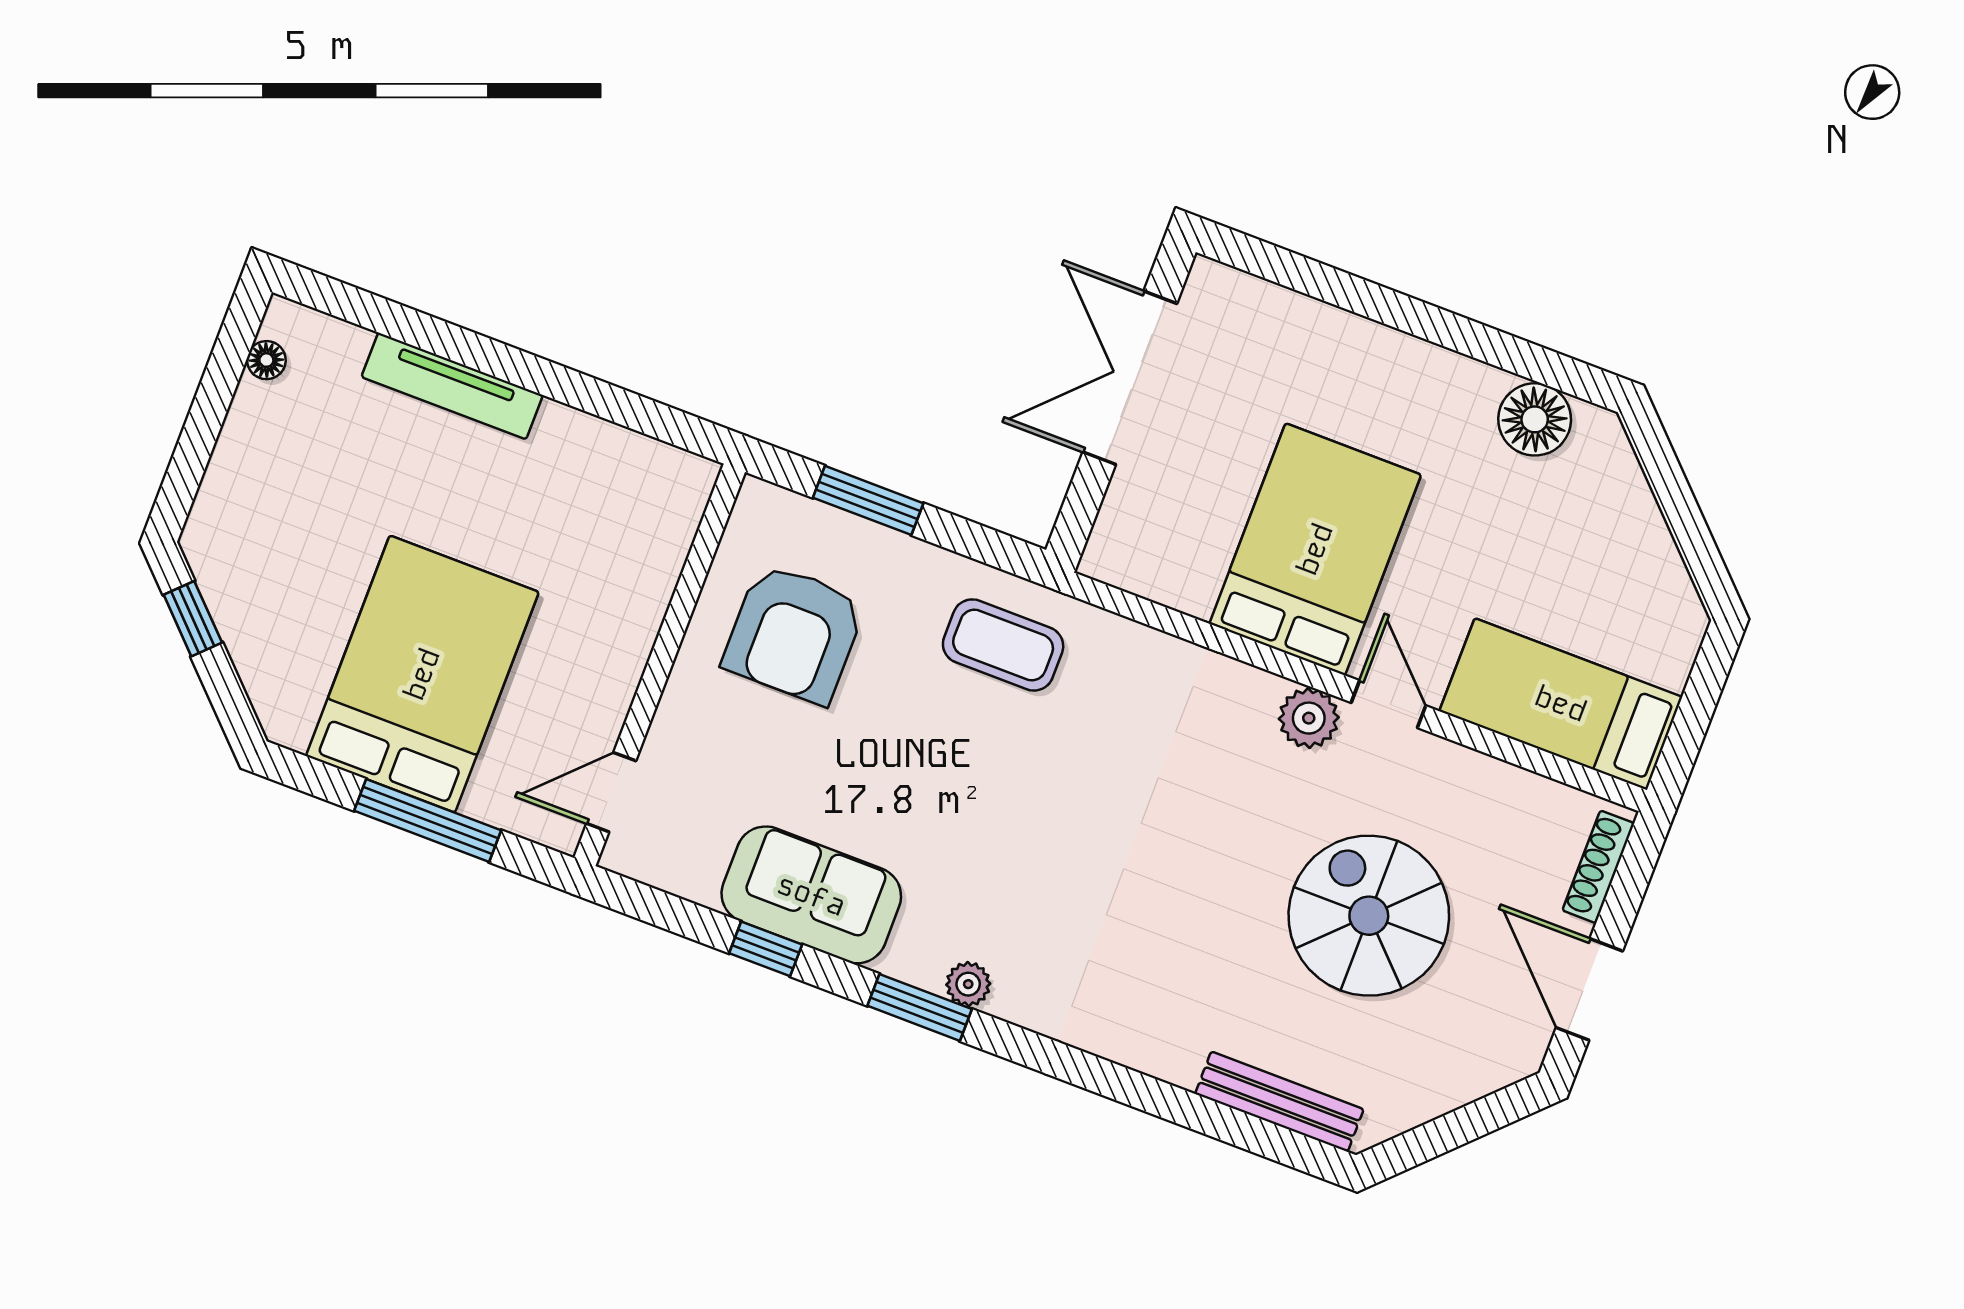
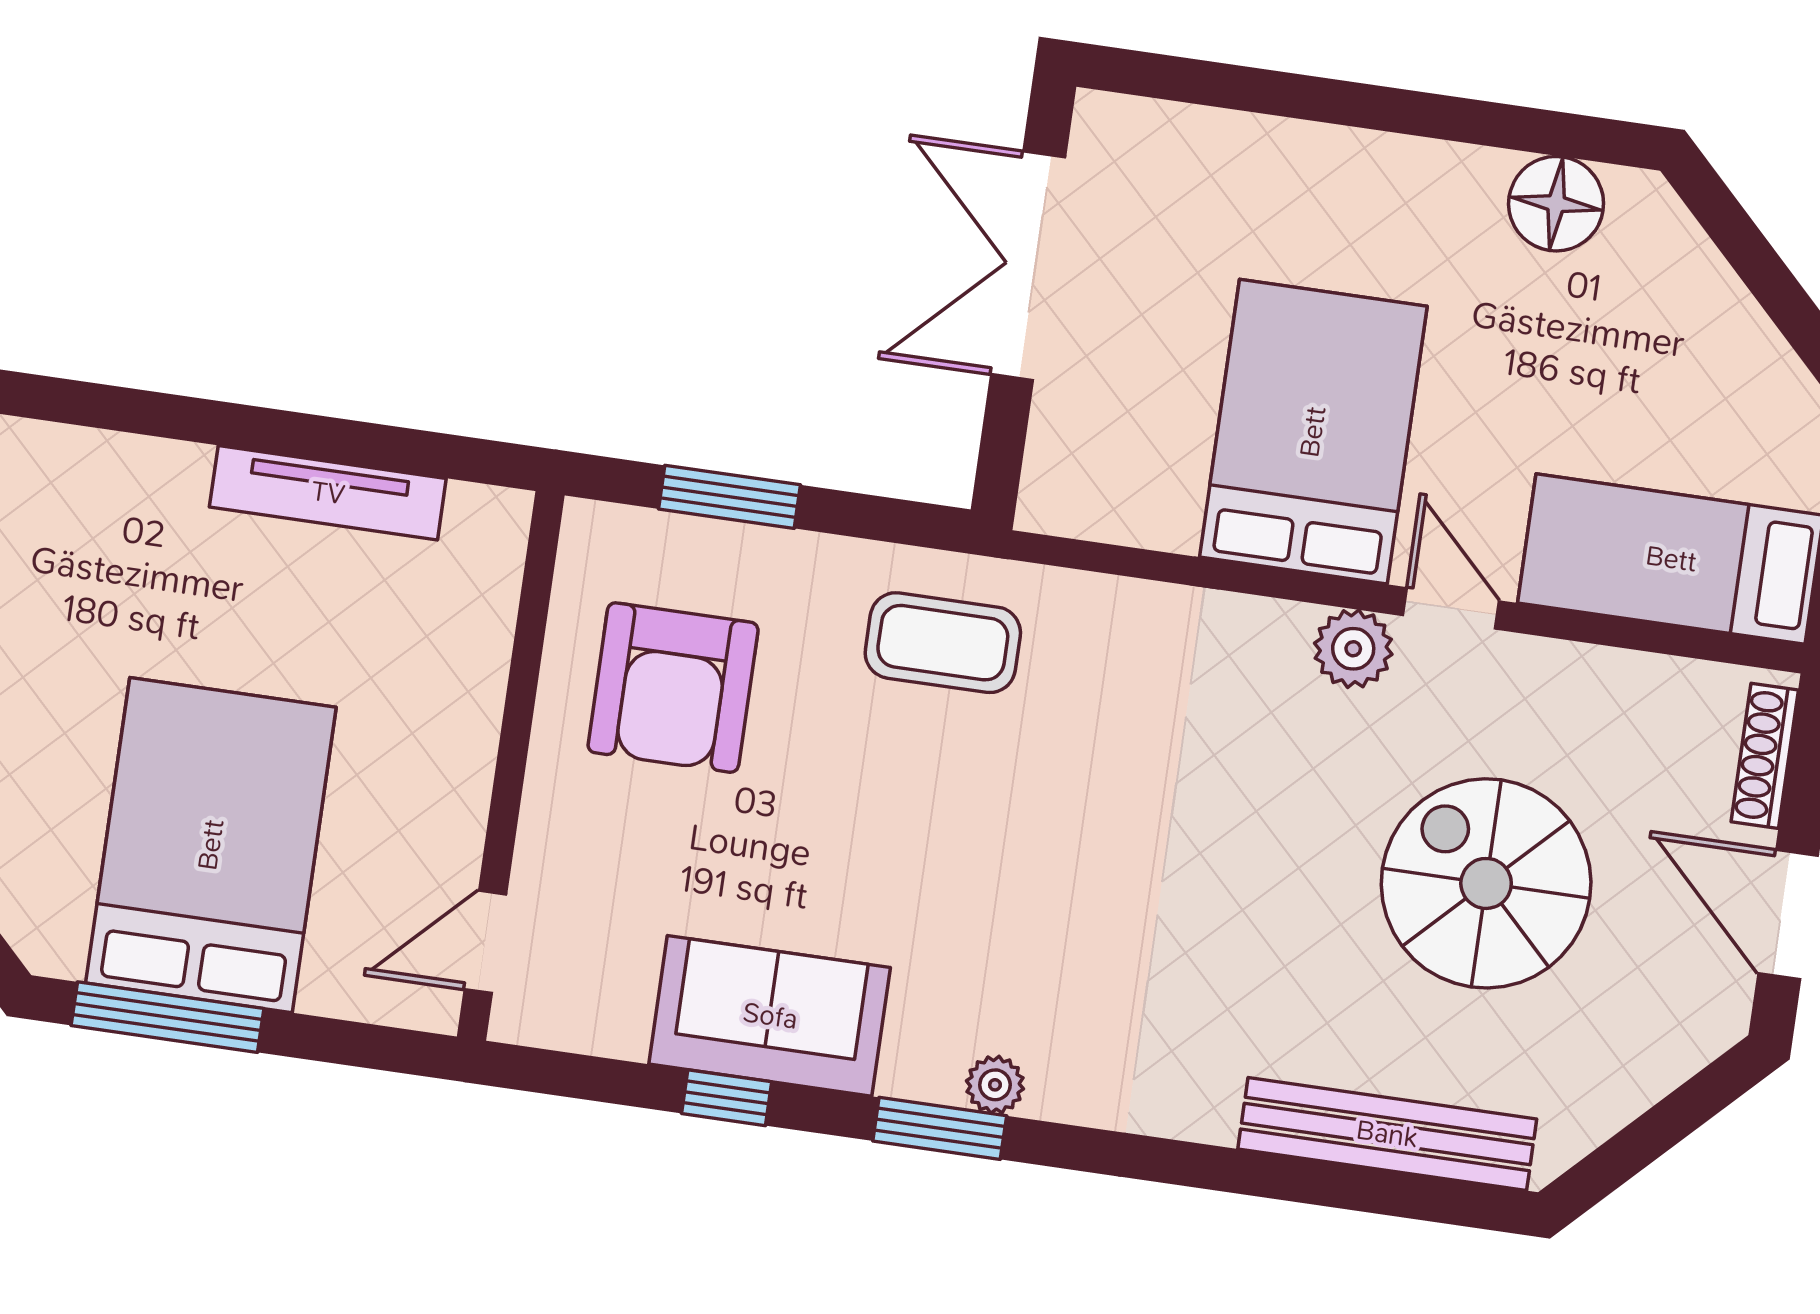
tv unit: (452, 386) -> (328, 493), moved
window: (428, 821) -> (167, 1017), moved
bench: (1279, 1102) -> (1387, 1134), width x1.37, depth x1.21

